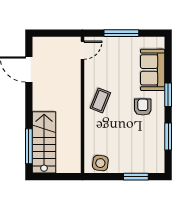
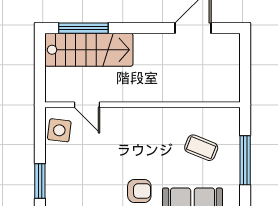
door: (83, 50) -> (87, 105), moved
coffee table: (100, 100) -> (201, 148), moved

